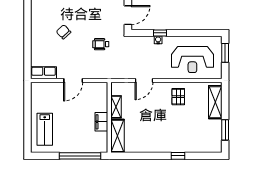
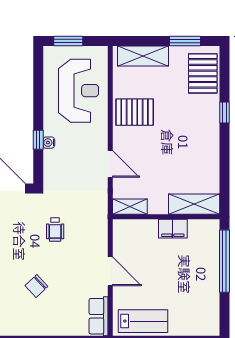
pallet: (178, 97) -> (135, 112), width x1.50, depth x1.42
shelving: (116, 107) -> (130, 207), moved
lab bench: (45, 129) -> (143, 321), moved
pallet: (204, 142) -> (203, 73), added

